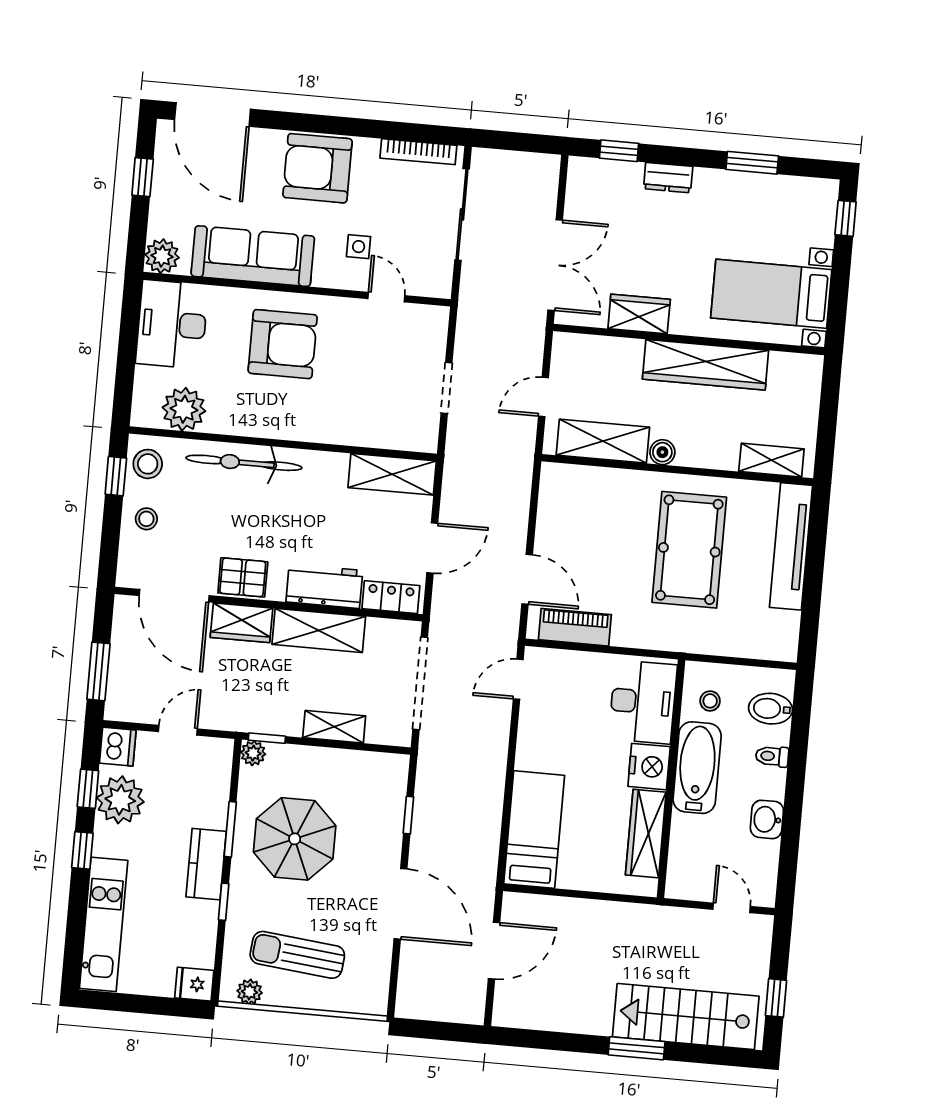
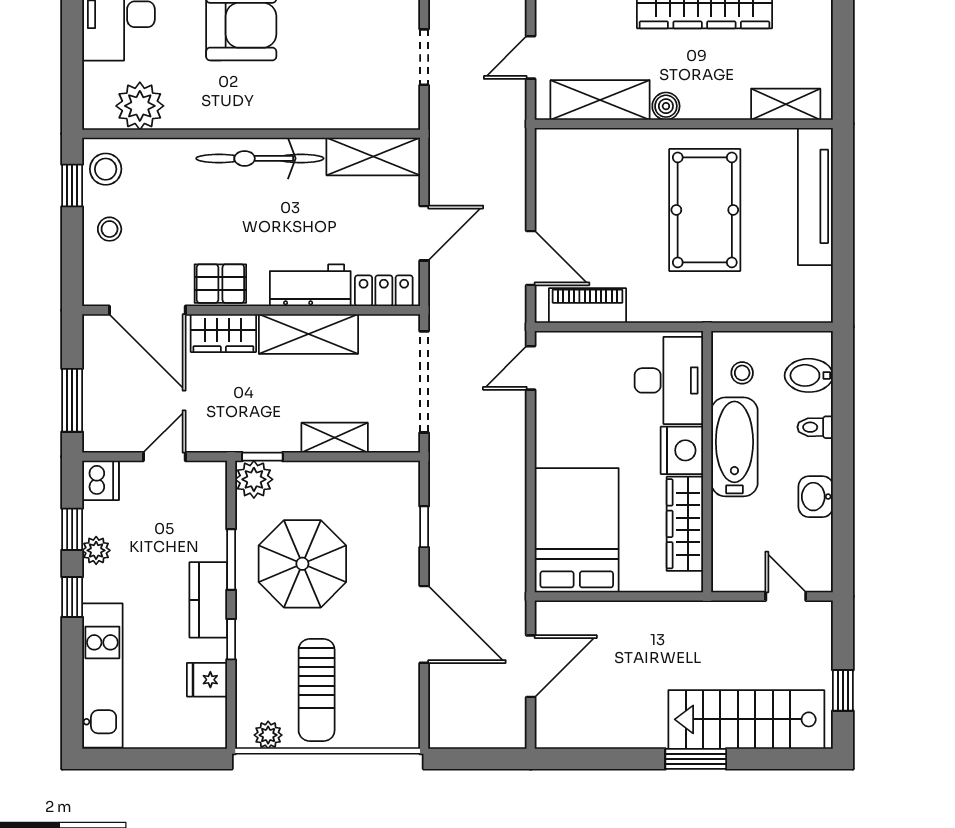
bicycle: (244, 463) -> (260, 158), moved
plant: (253, 753) -> (254, 479), width x1.38, depth x1.38
plant: (120, 800) -> (96, 550), width x0.53, depth x0.53
bed: (534, 830) -> (577, 530), width x1.50
sun lounger: (297, 955) -> (317, 690), turned -96
fridge: (194, 984) -> (207, 680), moved

